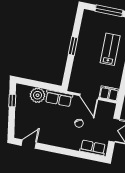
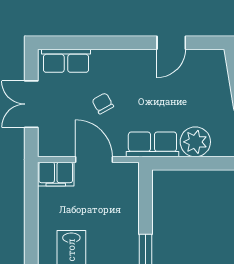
door: (29, 144) -> (171, 43), moved

